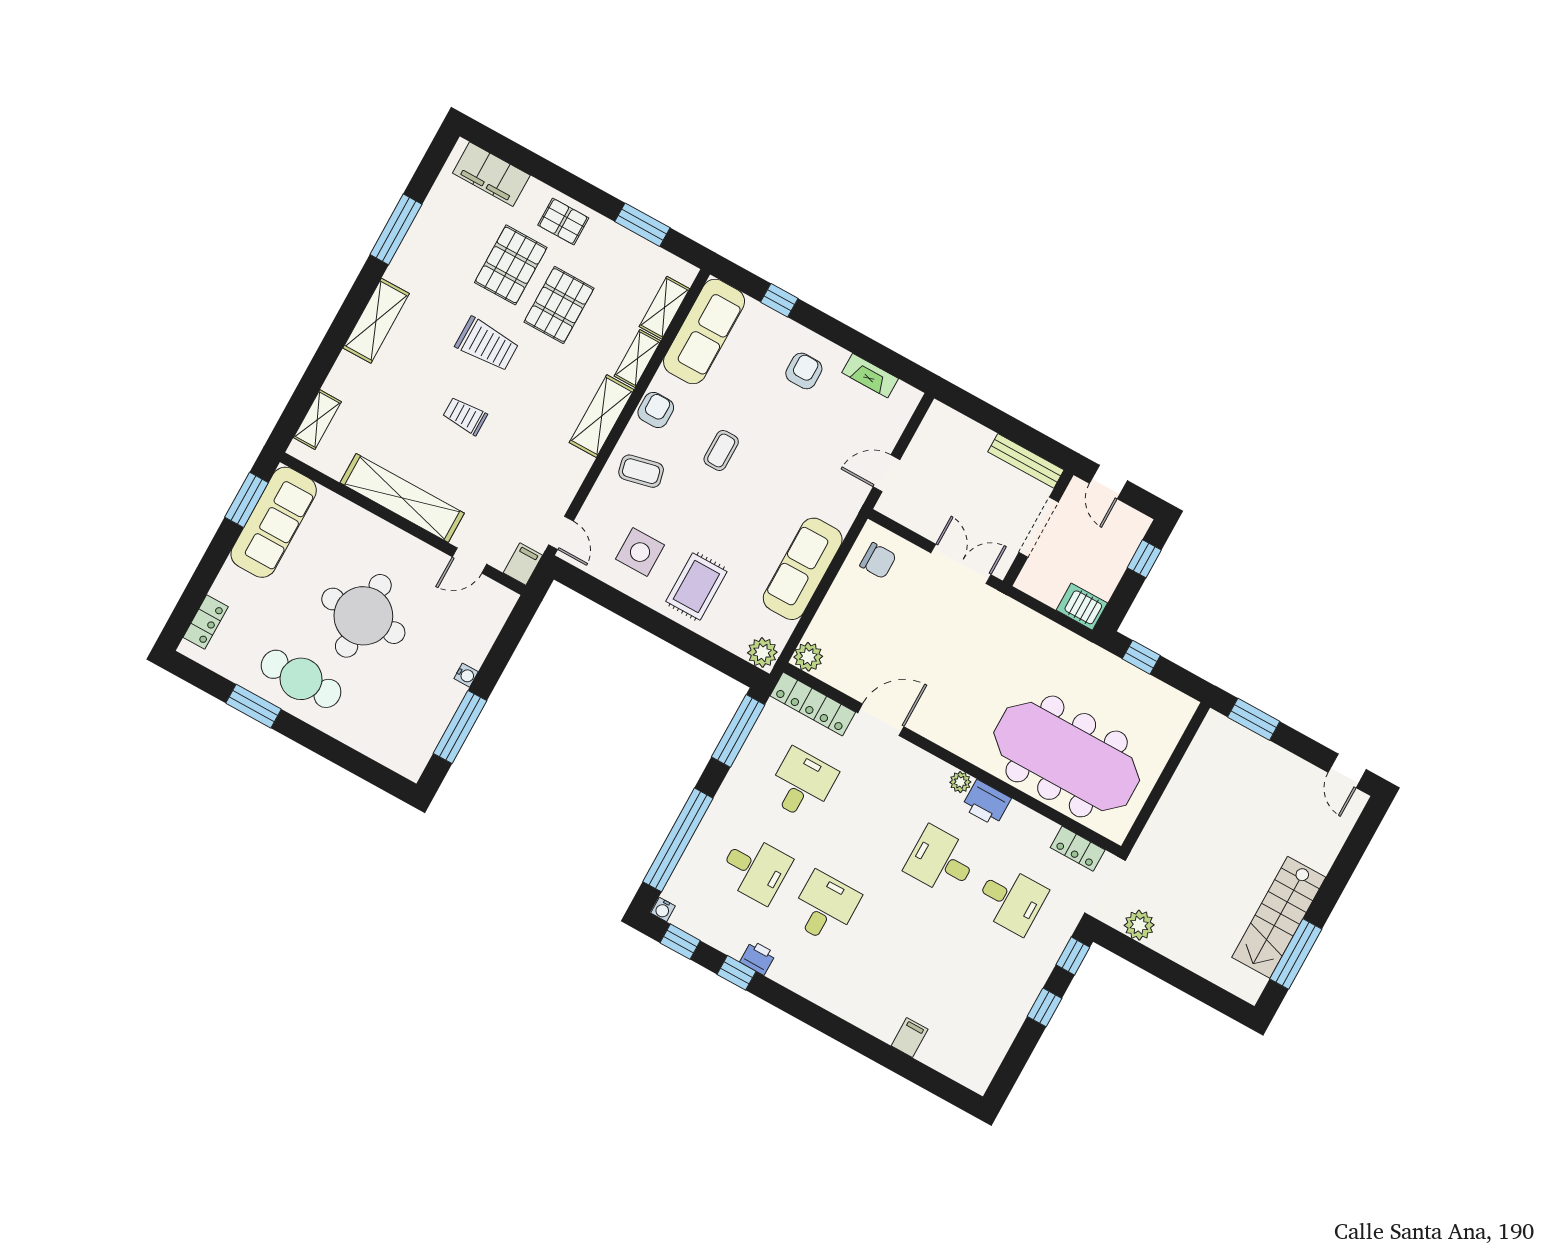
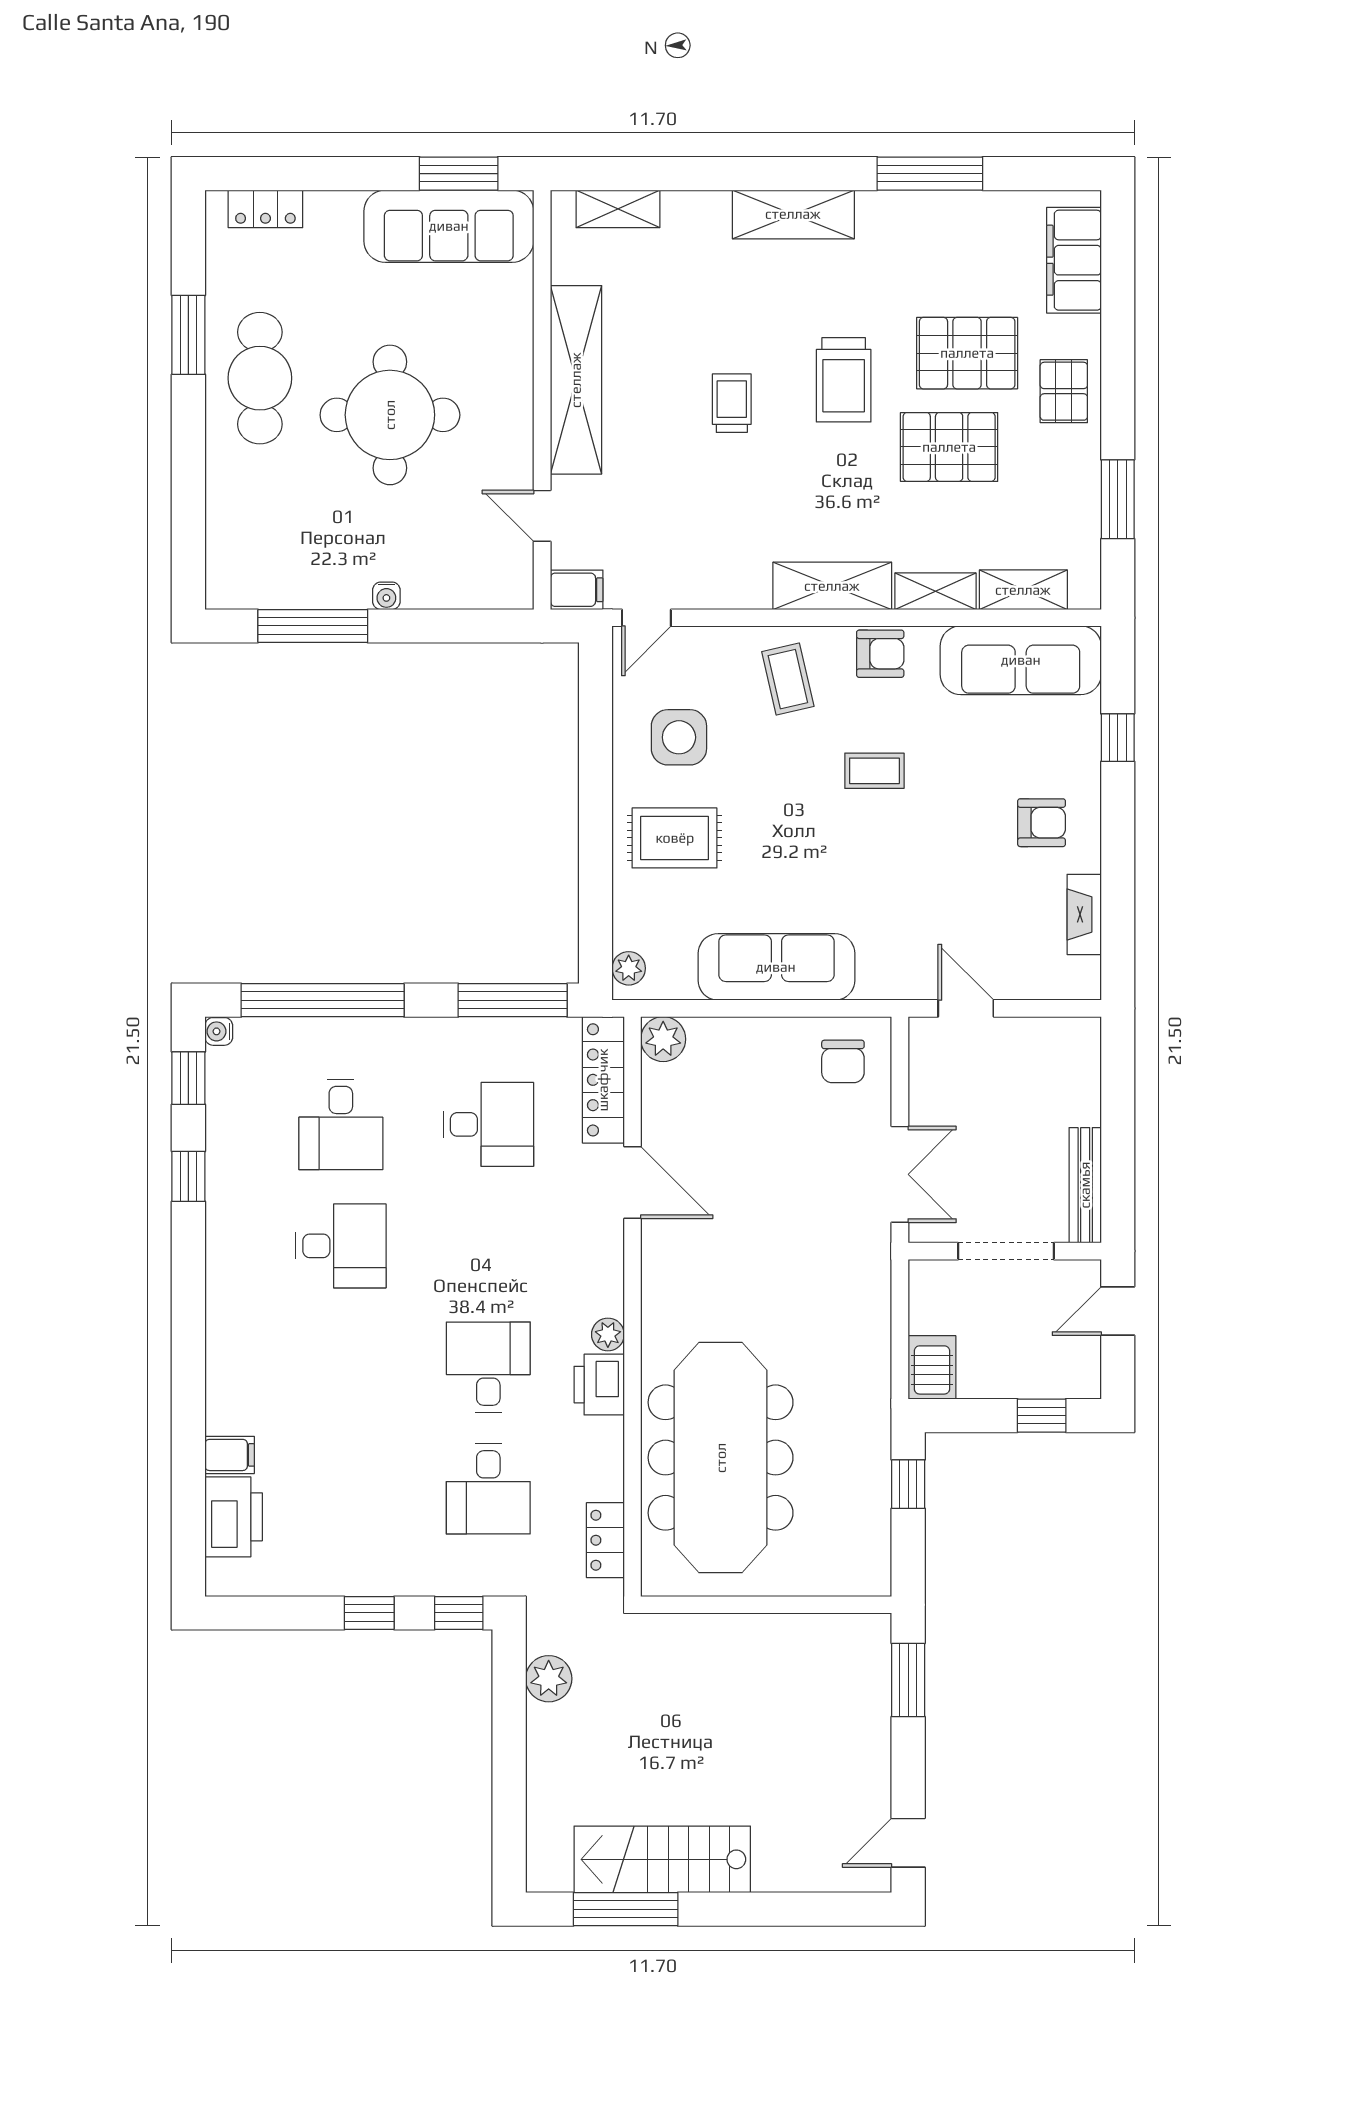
plant: (762, 653) -> (629, 968), width x0.73, depth x0.73
printer: (758, 958) -> (234, 1517), moved, width x1.87, depth x1.48

